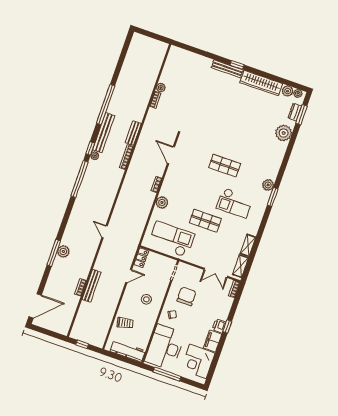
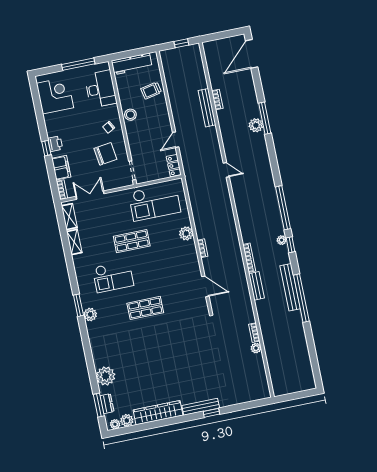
window: (237, 65) -> (211, 413), moved
bench: (104, 133) -> (290, 287), moved
checkout: (235, 203) -> (113, 277), turned 180
chair: (186, 296) -> (105, 154), turned -98
stool: (146, 299) -> (130, 115), moved
filing cabinet: (213, 341) -> (61, 168), moved
desk: (165, 347) -> (101, 89), width x0.73, depth x0.77

